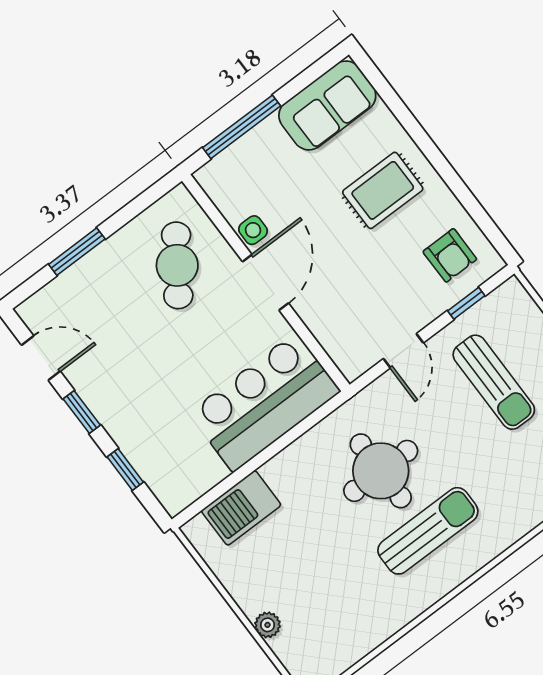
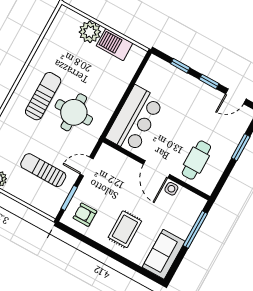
cafe table: (177, 265) -> (196, 160), turned 55
window: (466, 303) -> (69, 198), width x1.50
door: (403, 351) -> (87, 166), hinge flipped
barbecue: (241, 508) -> (115, 45), moved, turned -90
sun lounger: (428, 531) -> (43, 96), turned 180
plant: (268, 625) -> (90, 32), width x1.87, depth x1.87

